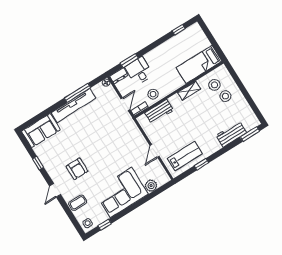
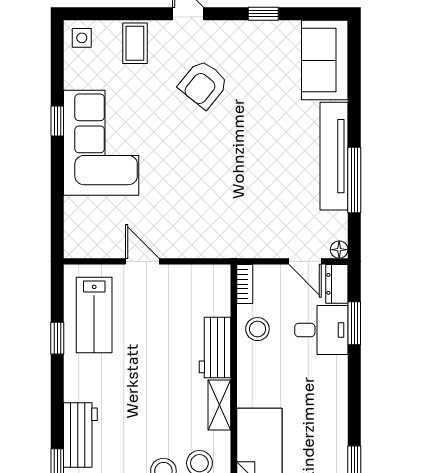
door: (125, 104) -> (305, 261), moved
workbench: (159, 112) -> (215, 347), moved
armchair: (77, 169) -> (203, 84), turned -51
plant: (151, 186) -> (78, 211), removed
window: (105, 225) -> (57, 121), moved

